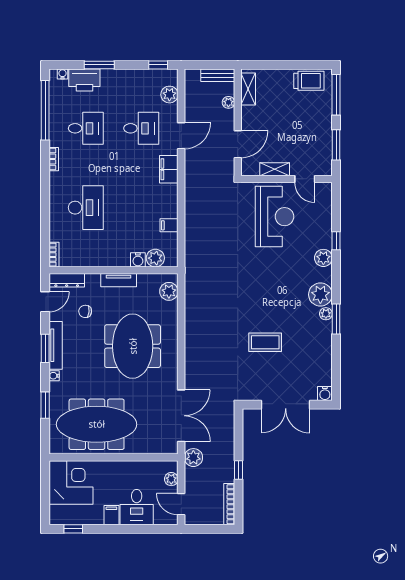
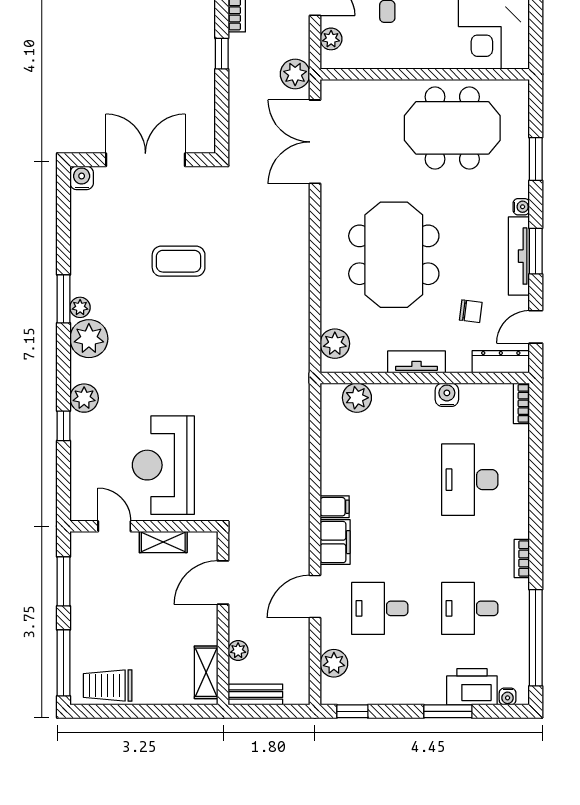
filing cabinet: (169, 225) -> (335, 507), moved
water cooler: (138, 260) -> (447, 395), moved
meeting table: (97, 424) -> (452, 128), width x0.73

